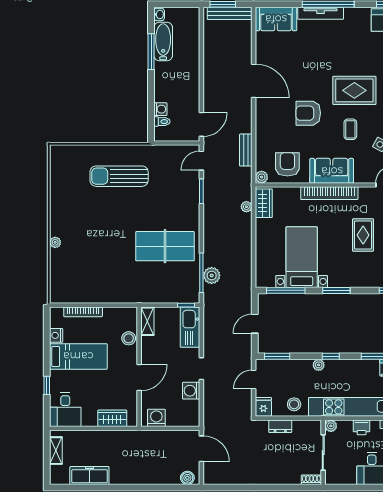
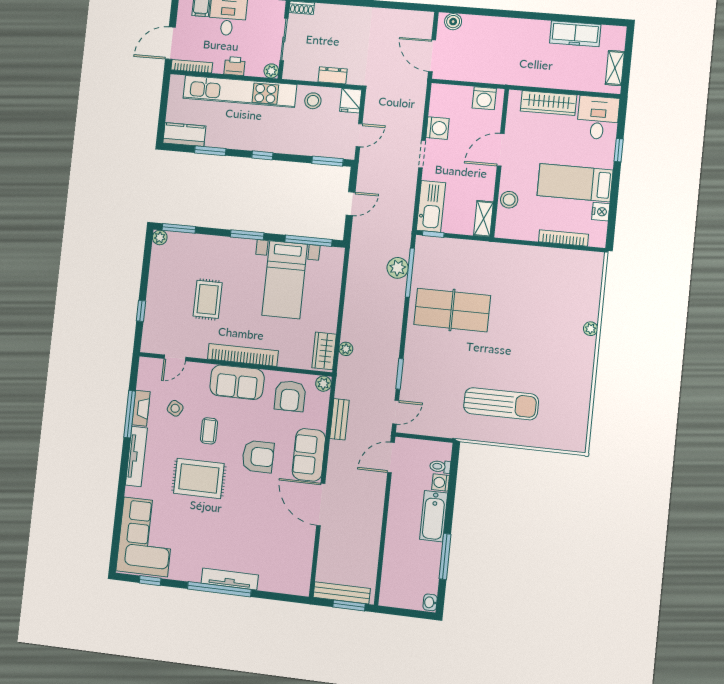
sofa: (276, 19) -> (309, 455), moved, turned -90
bathtub: (163, 41) -> (434, 516), moved
plant: (319, 365) -> (278, 146), removed
wardrobe: (112, 418) -> (548, 103), width x1.50

